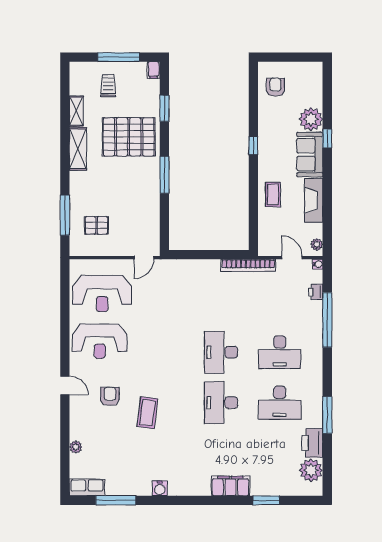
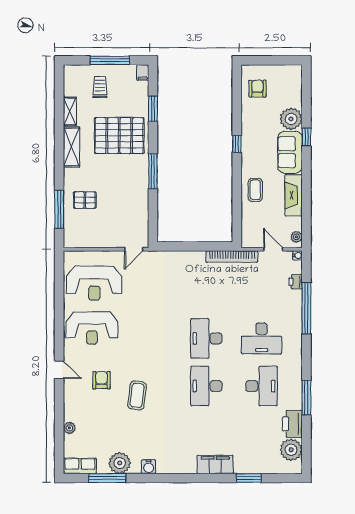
pallet: (96, 225) -> (85, 200), moved
desk: (280, 403) -> (262, 386), turned -90
plant: (129, 484) -> (120, 463), added

